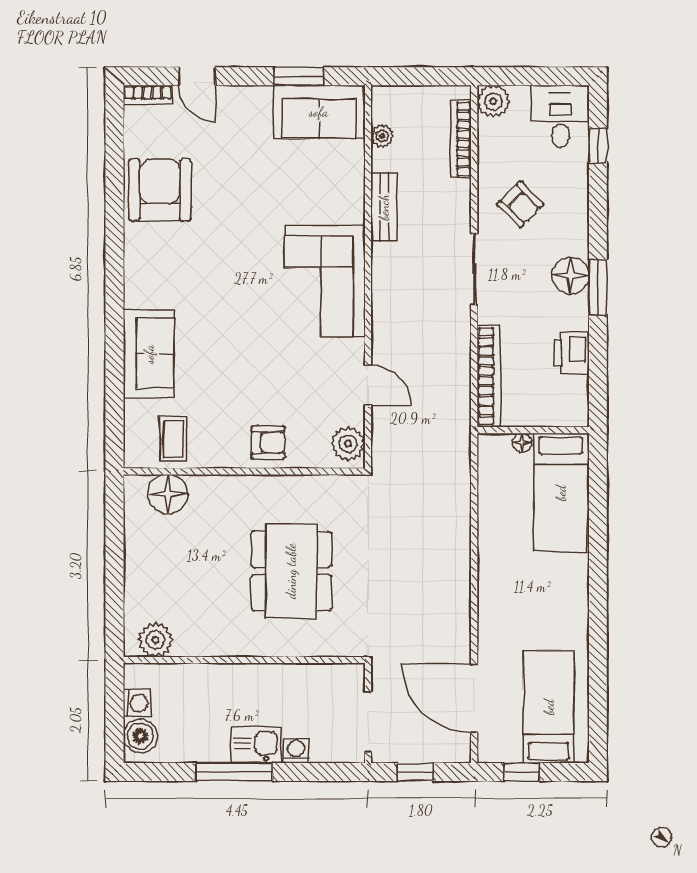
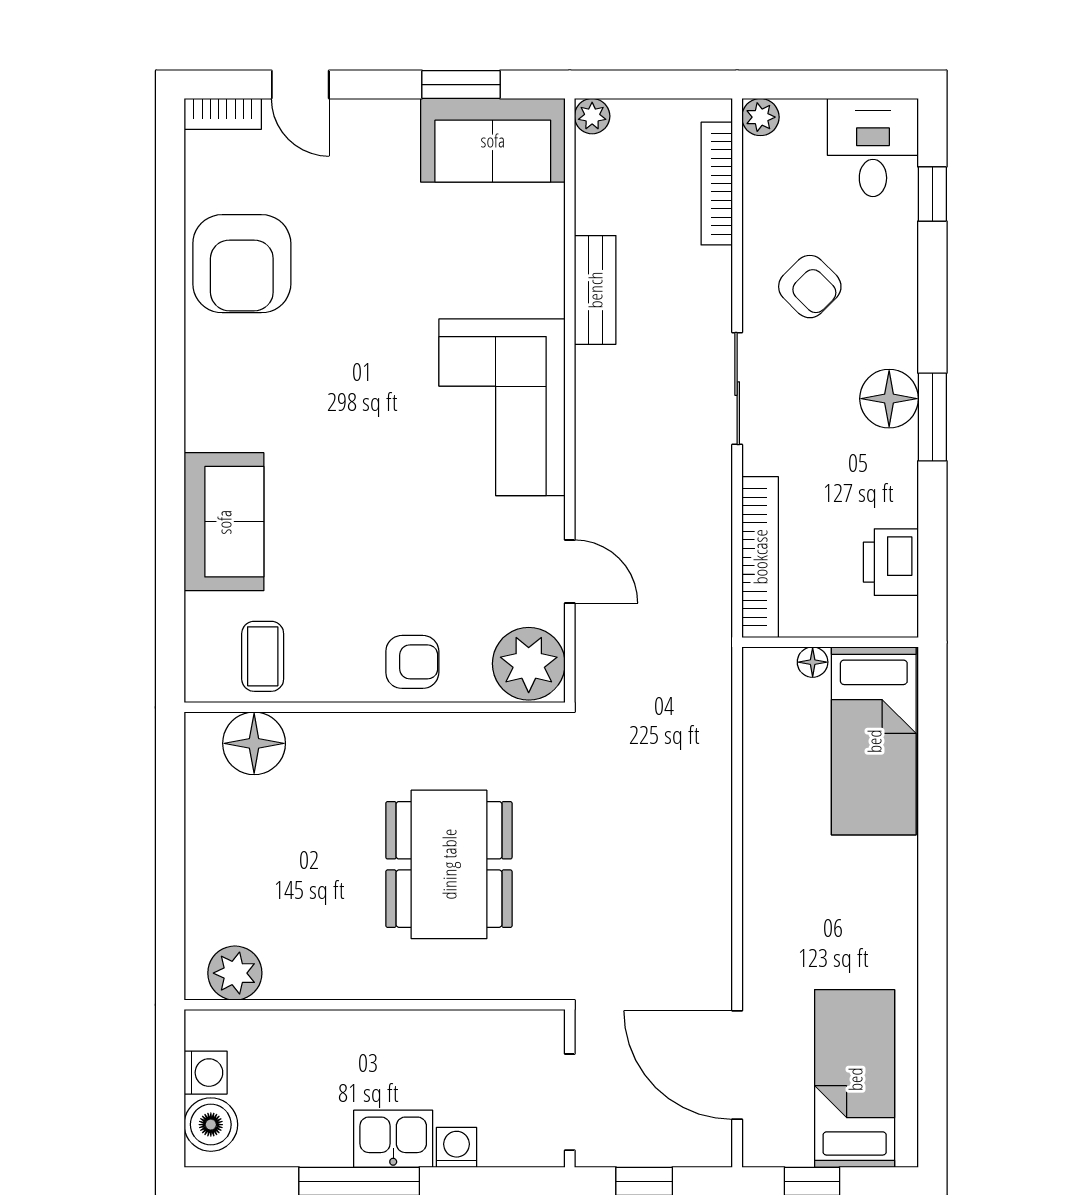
plant: (493, 101) -> (760, 117), width x0.73, depth x0.73
plant: (382, 136) -> (592, 116), moved
armchair: (160, 190) -> (242, 264), turned 180
printer: (572, 353) -> (891, 562), moved
plant: (348, 444) -> (529, 664), width x1.36, depth x1.36

